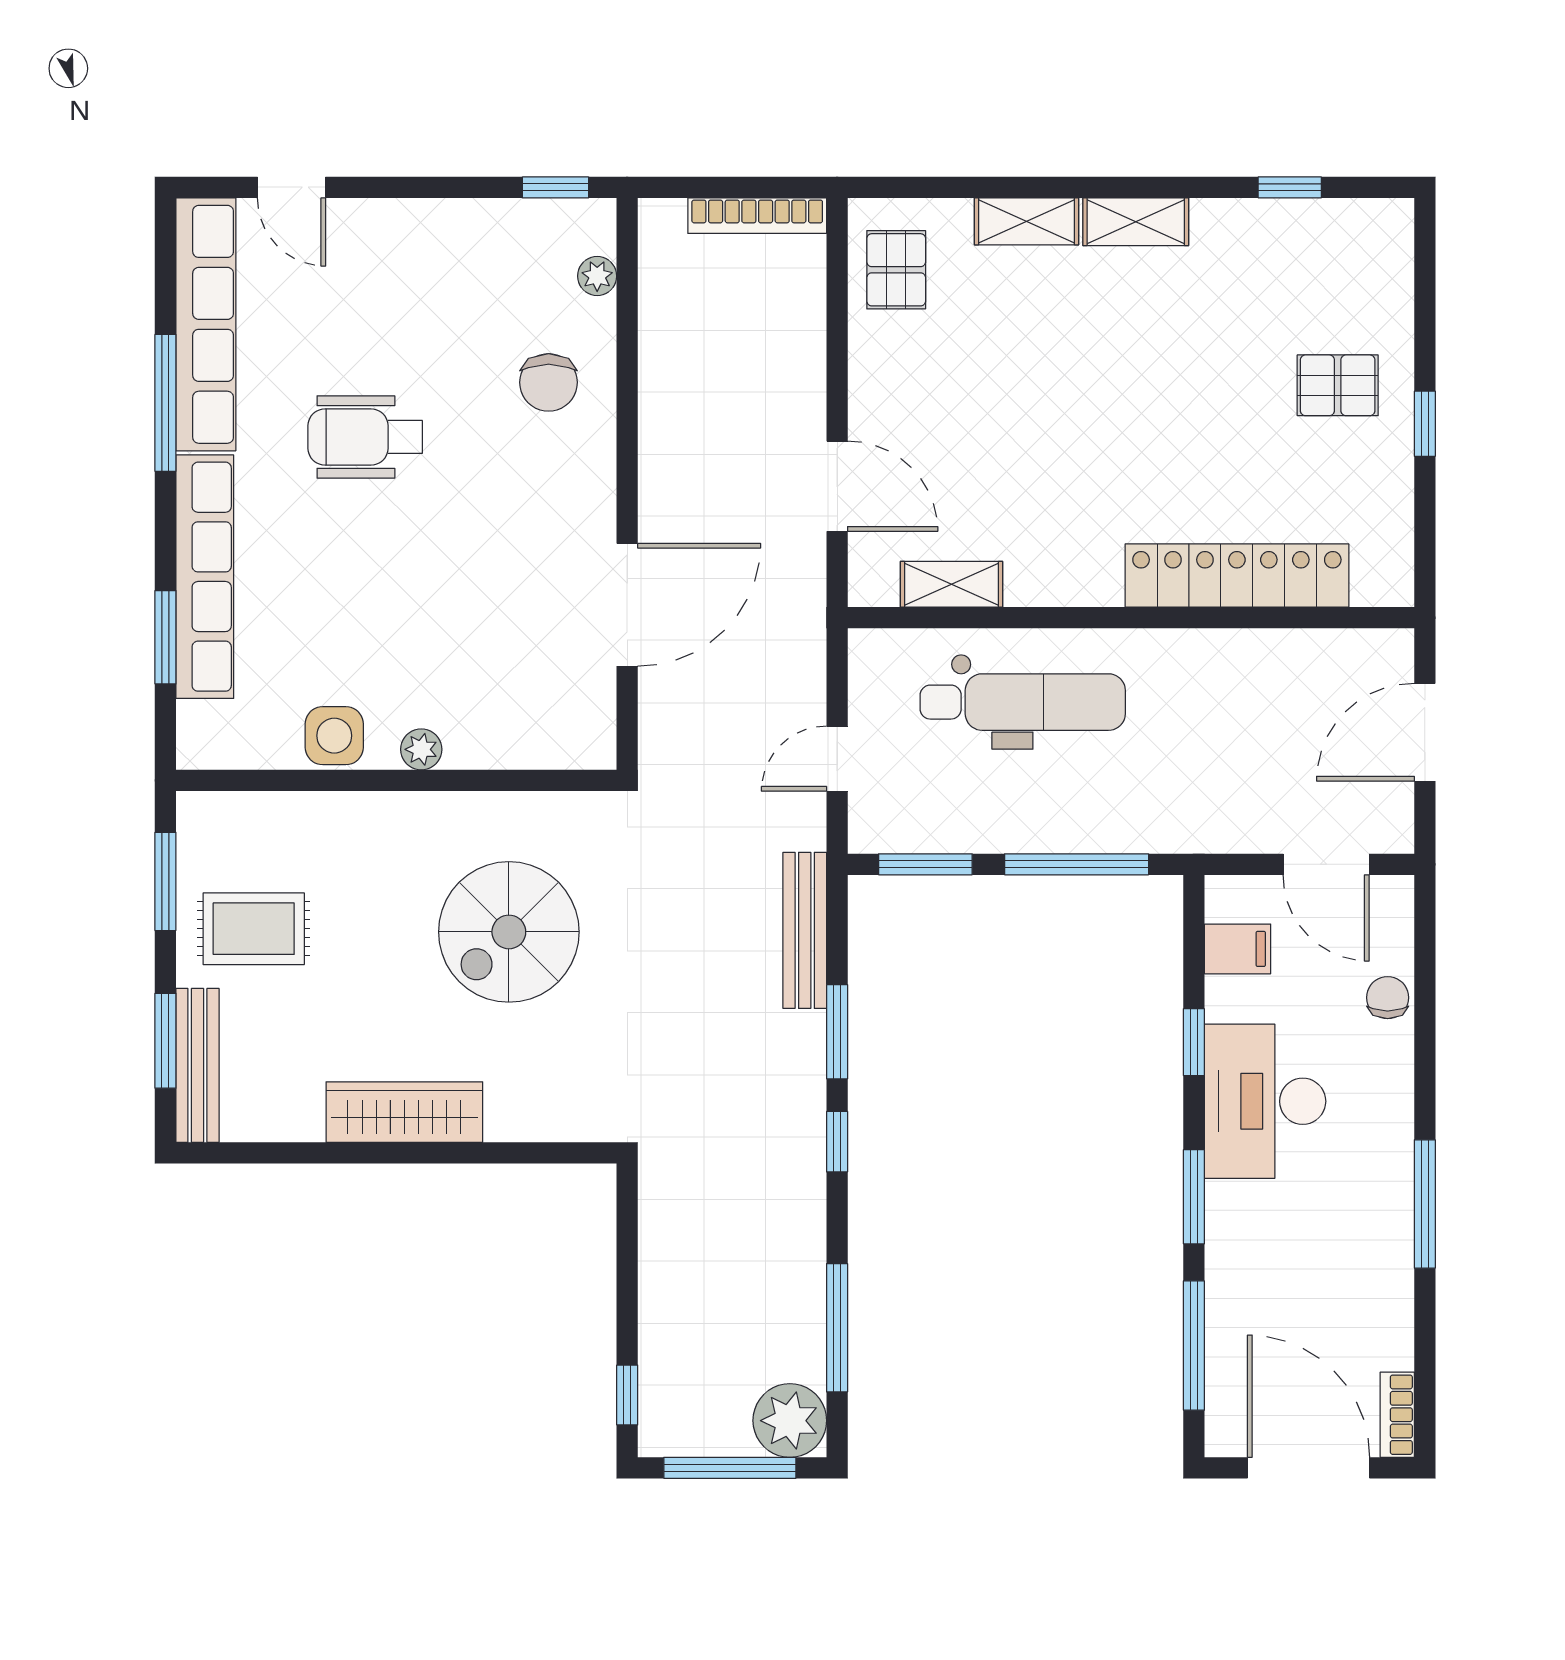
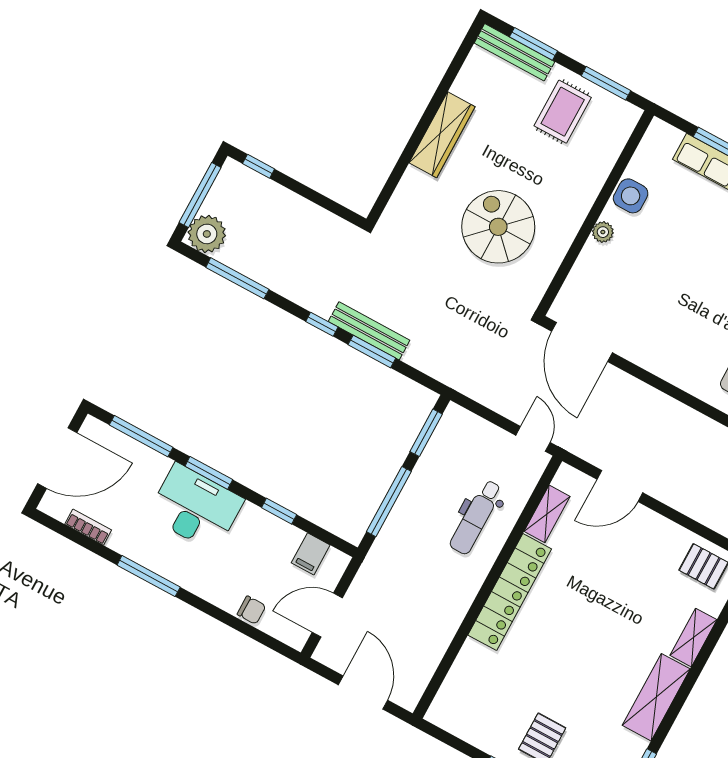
shelving: (1136, 222) -> (656, 697), width x1.50, depth x1.33
locker: (1237, 576) -> (510, 592), moved
door: (627, 605) -> (582, 342), moved
dental chair: (1023, 702) -> (476, 517), width x0.73, depth x0.72
door: (837, 759) -> (533, 439), moved
bench: (805, 930) -> (369, 331), moved
desk: (1265, 1101) -> (196, 508), moved
bookcase: (1397, 1415) -> (88, 527), moved

